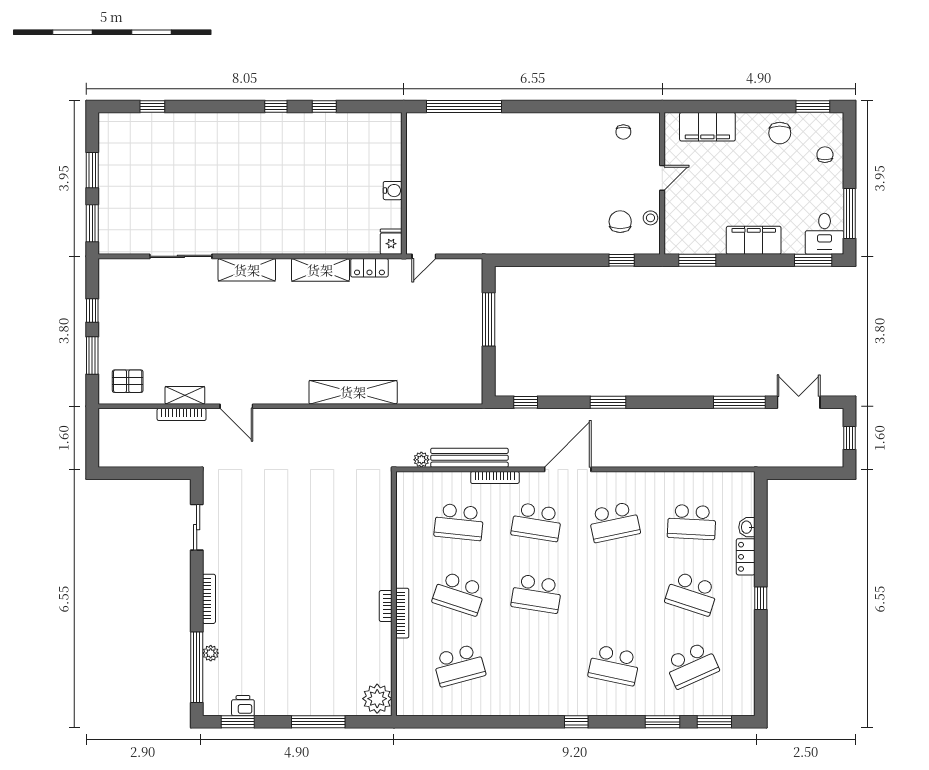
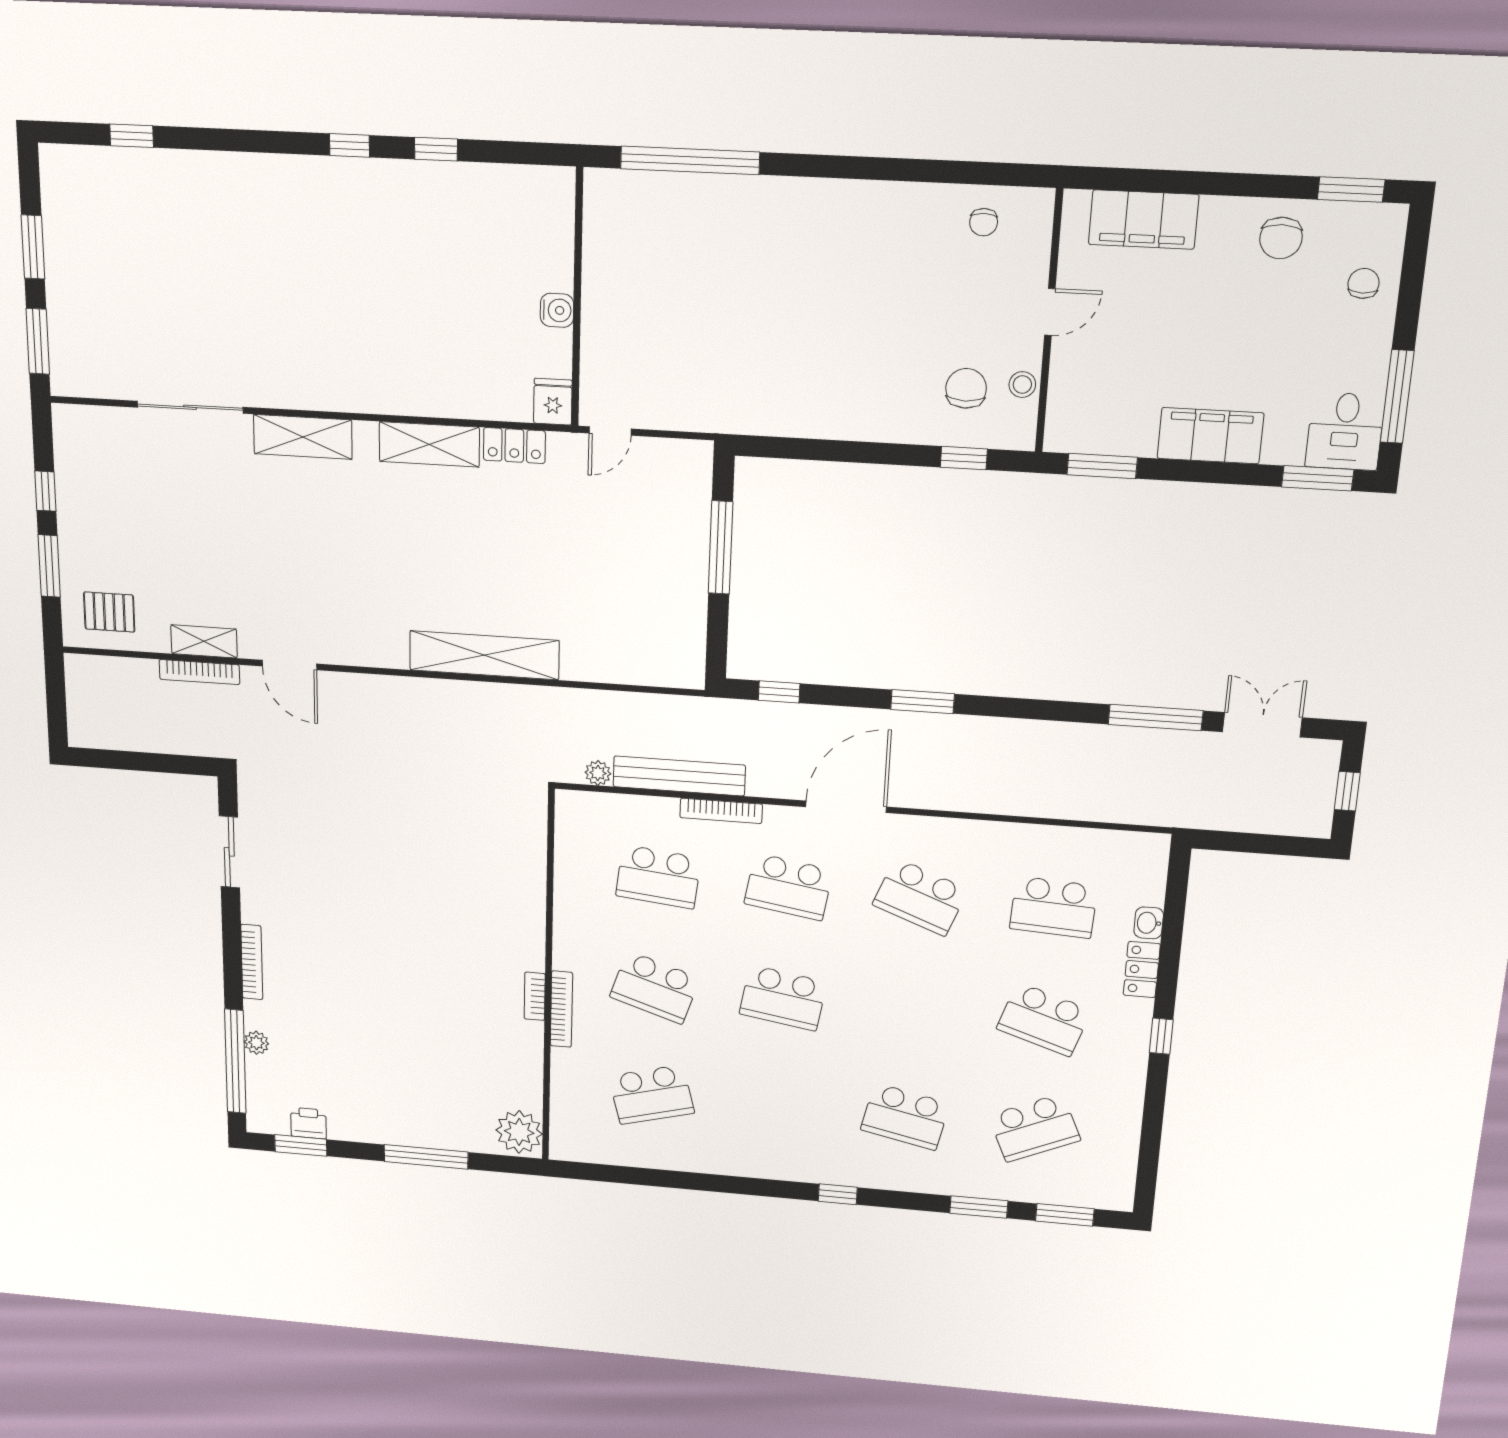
school desk: (614, 522) -> (920, 897), turned 33

